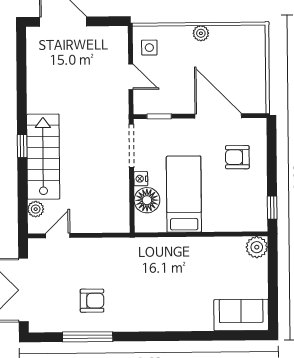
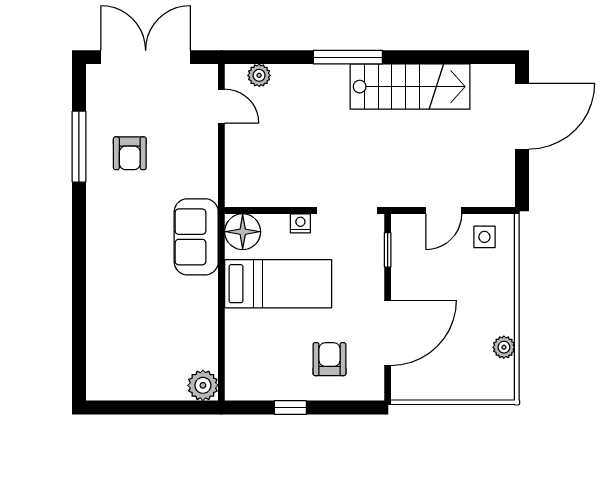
plant: (201, 33) -> (504, 347), moved
window: (22, 146) -> (348, 57), width x2.17
stairs: (43, 157) -> (410, 87), moved
floor lamp: (147, 200) -> (243, 232), moved
window: (272, 208) -> (290, 407), moved
sofa: (241, 315) -> (196, 237), moved, turned 180

